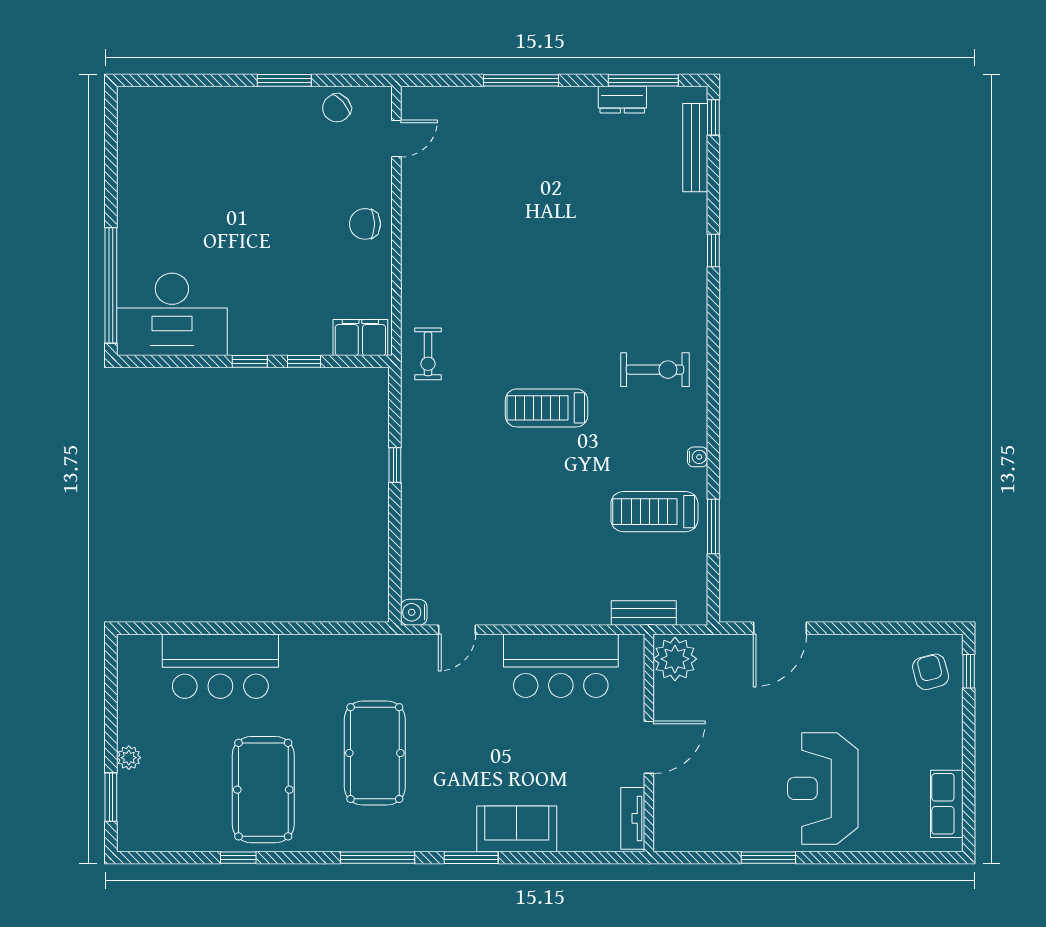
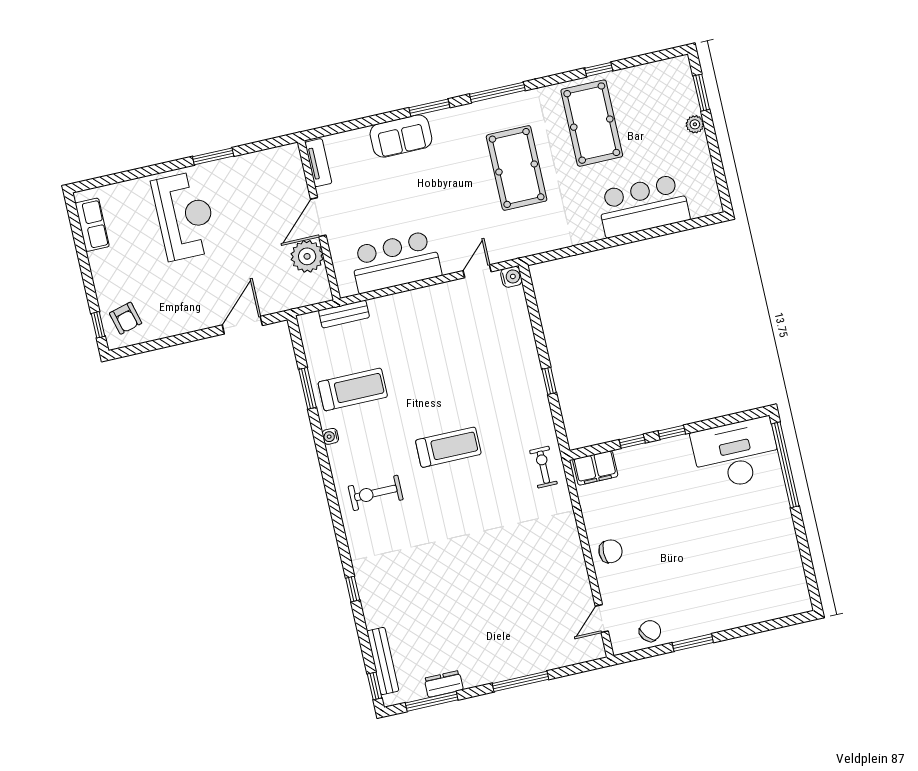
plant: (675, 659) -> (307, 256), moved

